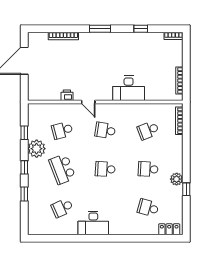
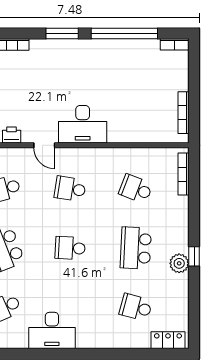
window: (141, 29) -> (124, 33), width x3.17
desk: (129, 88) -> (83, 124), moved
school desk: (148, 130) -> (136, 189), turned 42
school desk: (148, 169) -> (136, 248), width x1.85
window: (186, 189) -> (194, 256), moved

